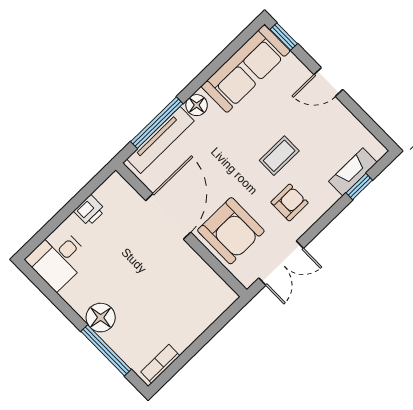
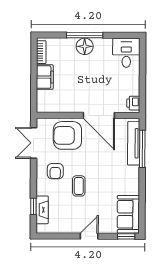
sofa: (246, 69) -> (128, 214), width x0.73
floor lamp: (197, 105) -> (133, 172), removed
printer: (90, 210) -> (133, 103), moved
filing cabinet: (187, 329) -> (45, 77), added
window: (106, 350) -> (85, 35), moved

